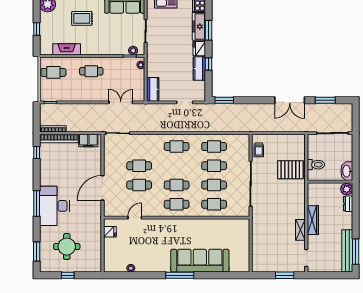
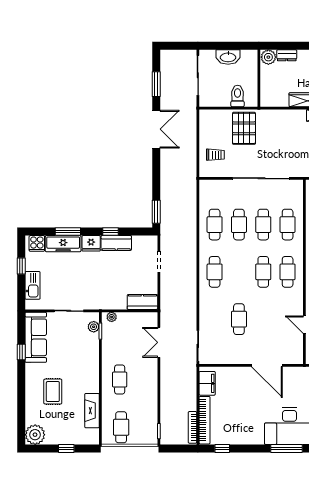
trolley: (259, 150) -> (215, 155), moved
washbasin: (347, 171) -> (228, 57), moved
cafe table: (139, 185) -> (263, 319), removed

